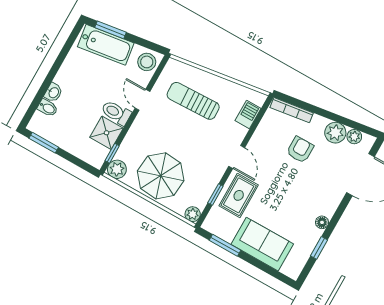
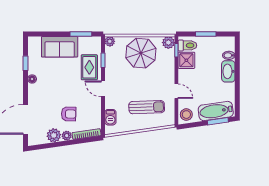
washbasin: (53, 93) -> (228, 71), width x1.91, depth x1.45
toilet: (116, 113) -> (187, 45), moved
plant: (354, 137) -> (67, 136), moved
window: (44, 143) -> (206, 34), moved
armchair: (300, 150) -> (69, 114), turned -88

